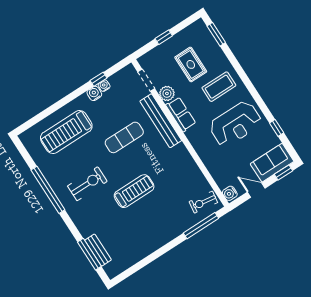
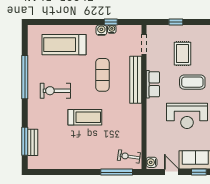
plant: (167, 93) -> (153, 63), removed
exercise mat: (124, 137) -> (102, 75), turned 90
exercise bike: (87, 184) -> (55, 91), turned 180

